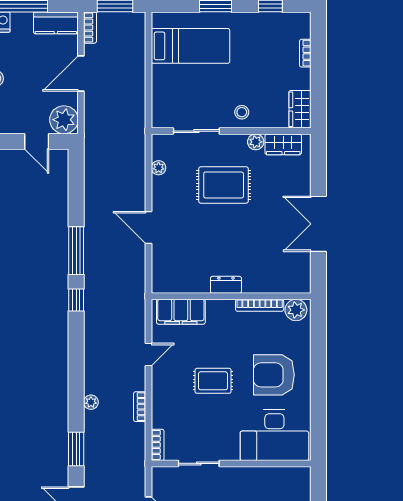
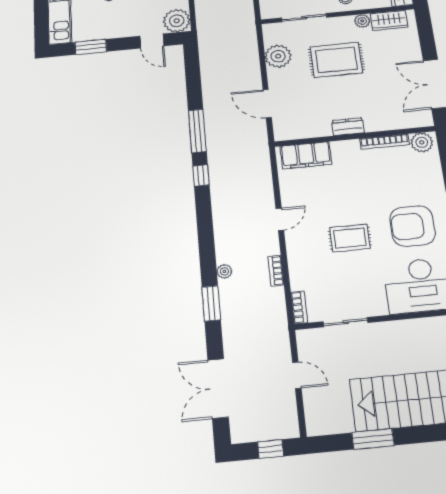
plant: (159, 168) -> (278, 56), width x1.87, depth x1.87
dresser: (226, 285) -> (348, 127), moved
wall: (231, 296) -> (355, 136), moved
bookcase: (260, 305) -> (385, 142), moved
plant: (296, 310) -> (422, 142), moved
filing cabinet: (181, 312) -> (306, 155), moved
window: (76, 449) -> (211, 303), moved

